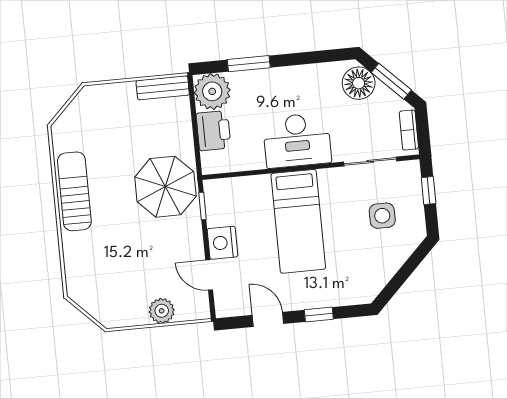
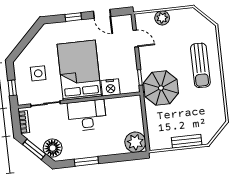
window: (249, 64) -> (86, 161), moved
bench: (163, 88) -> (187, 141), moved
printer: (213, 131) -> (134, 120), removed
sun lounger: (74, 191) -> (200, 65), moved
bed: (298, 221) -> (79, 70), width x1.50
nightstand: (223, 243) -> (110, 87), moved, turned 90

